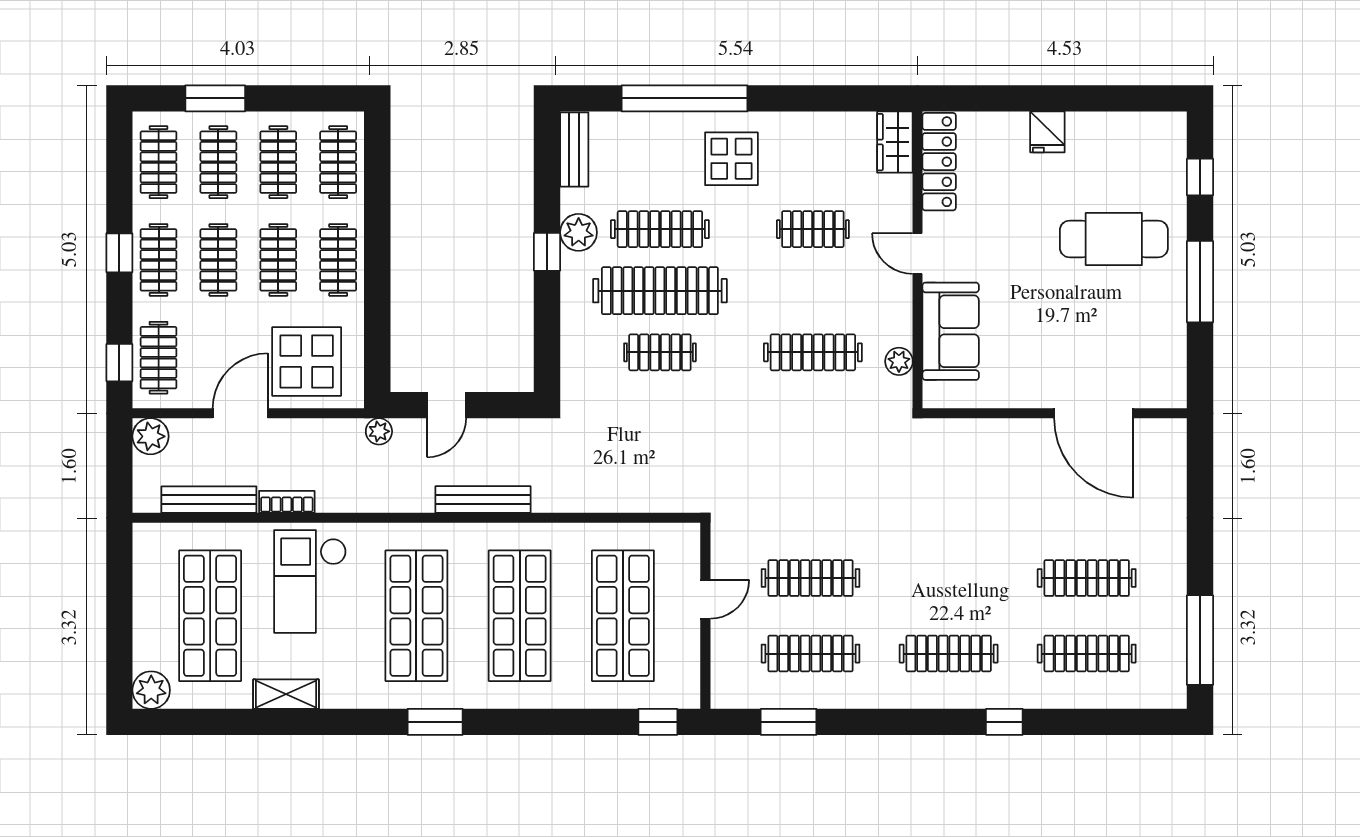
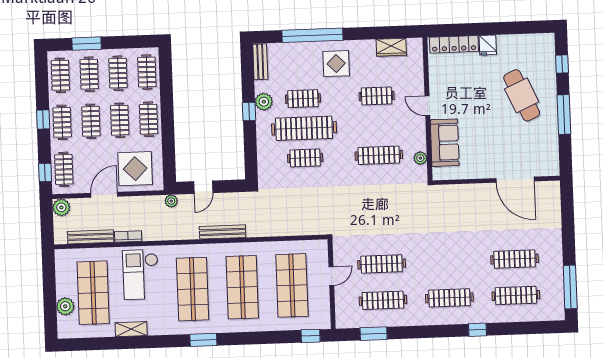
wardrobe: (895, 142) -> (391, 47), moved, turned -90
locker: (939, 162) -> (454, 44), moved, turned 90
clothes rail: (660, 229) -> (303, 99), width x0.73
cafe table: (1114, 239) -> (522, 95), turned 66
plant: (151, 690) -> (65, 306), moved

